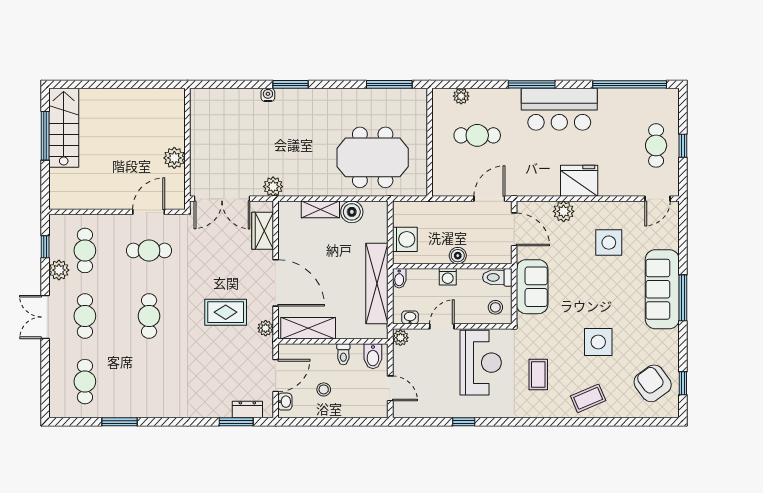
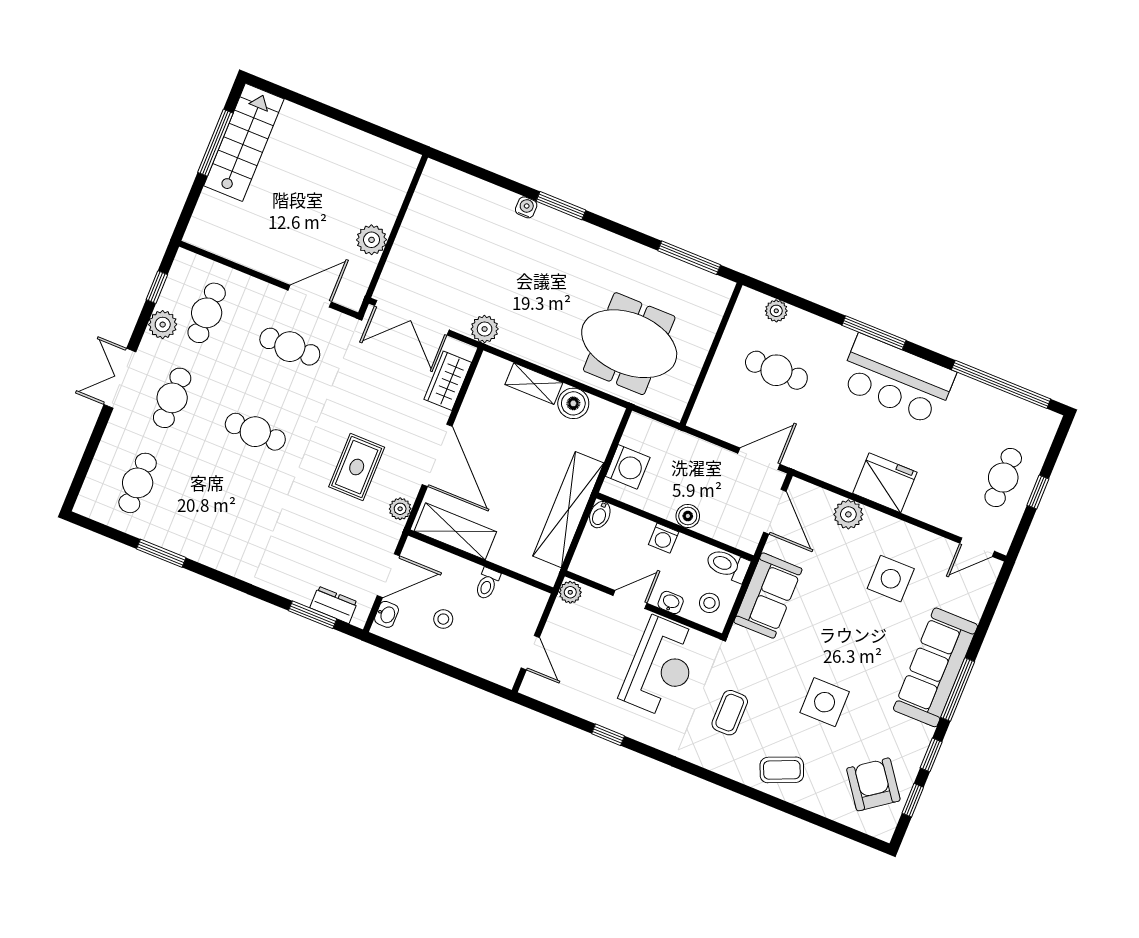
rug: (226, 312) -> (357, 467), turned 90
cafe table: (149, 316) -> (255, 432), turned 90
washbasin: (410, 317) -> (671, 602), moved
window: (683, 348) -> (931, 755), added
bidet: (373, 356) -> (525, 602), removed

